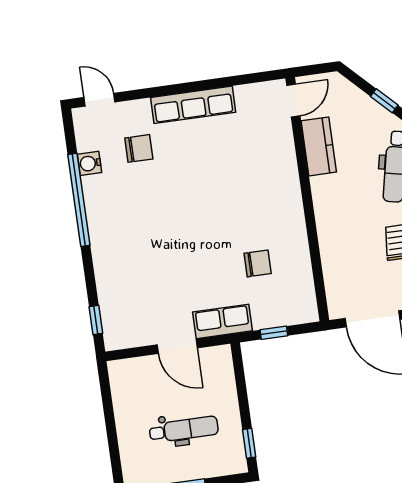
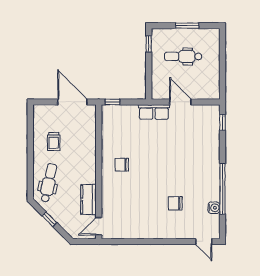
row of seats: (193, 105) -> (153, 232), removed
chair: (139, 148) -> (175, 203), moved
chair: (258, 263) -> (122, 165), moved
window: (274, 333) -> (112, 102), moved

